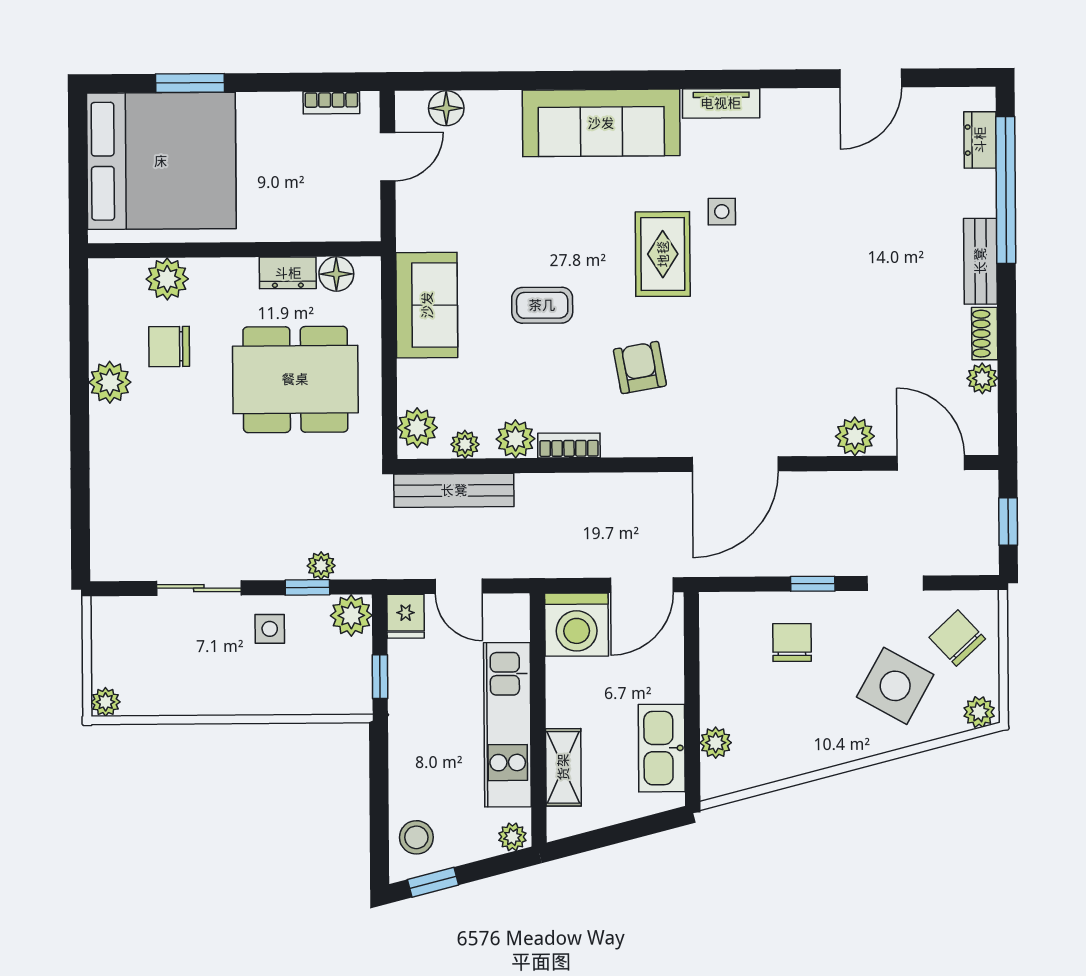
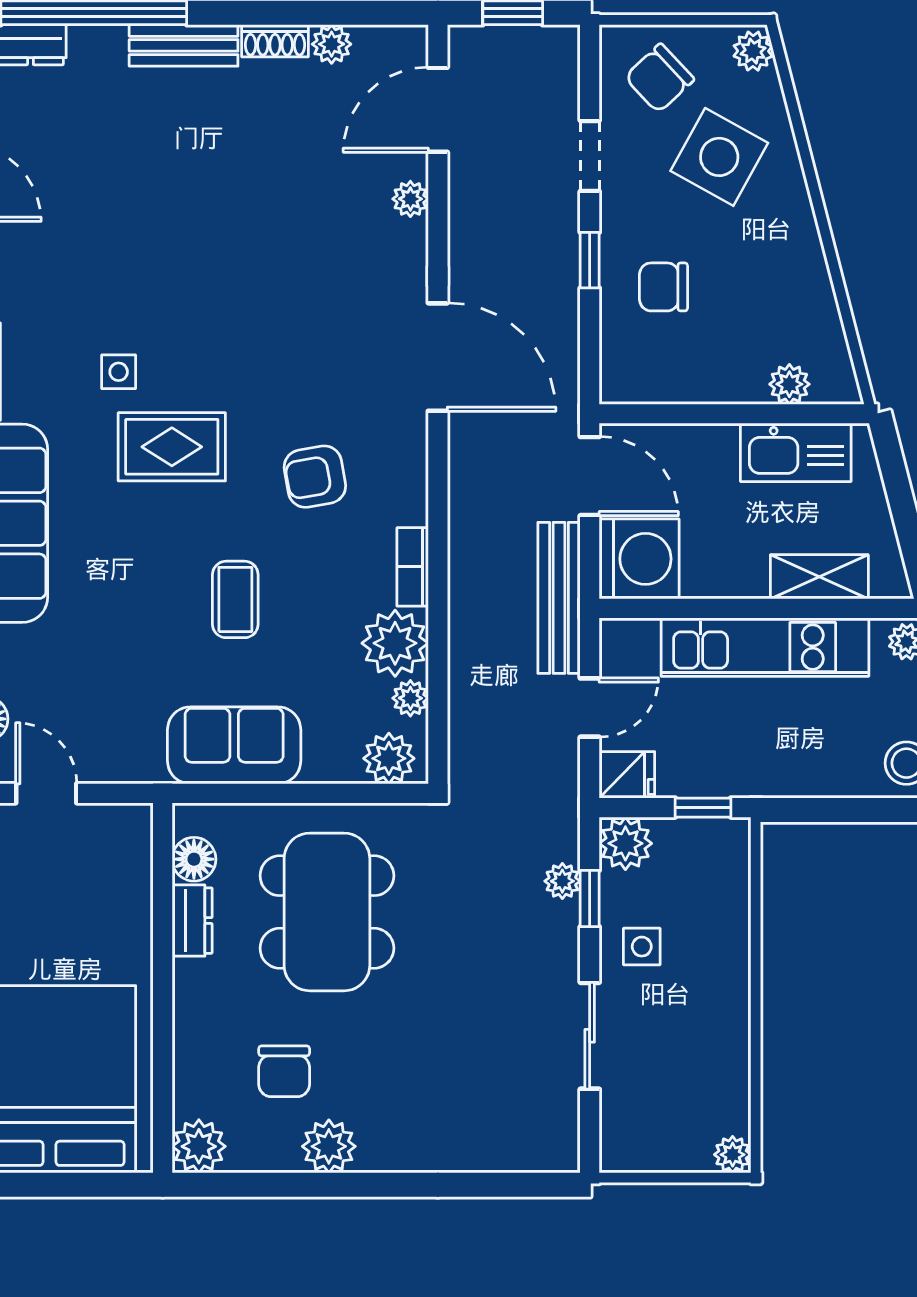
plant: (167, 279) -> (199, 1146), moved
plant: (855, 436) -> (410, 199), width x0.73, depth x0.73
plant: (516, 439) -> (395, 643), width x1.36, depth x1.36
bench: (454, 490) -> (559, 598), moved

